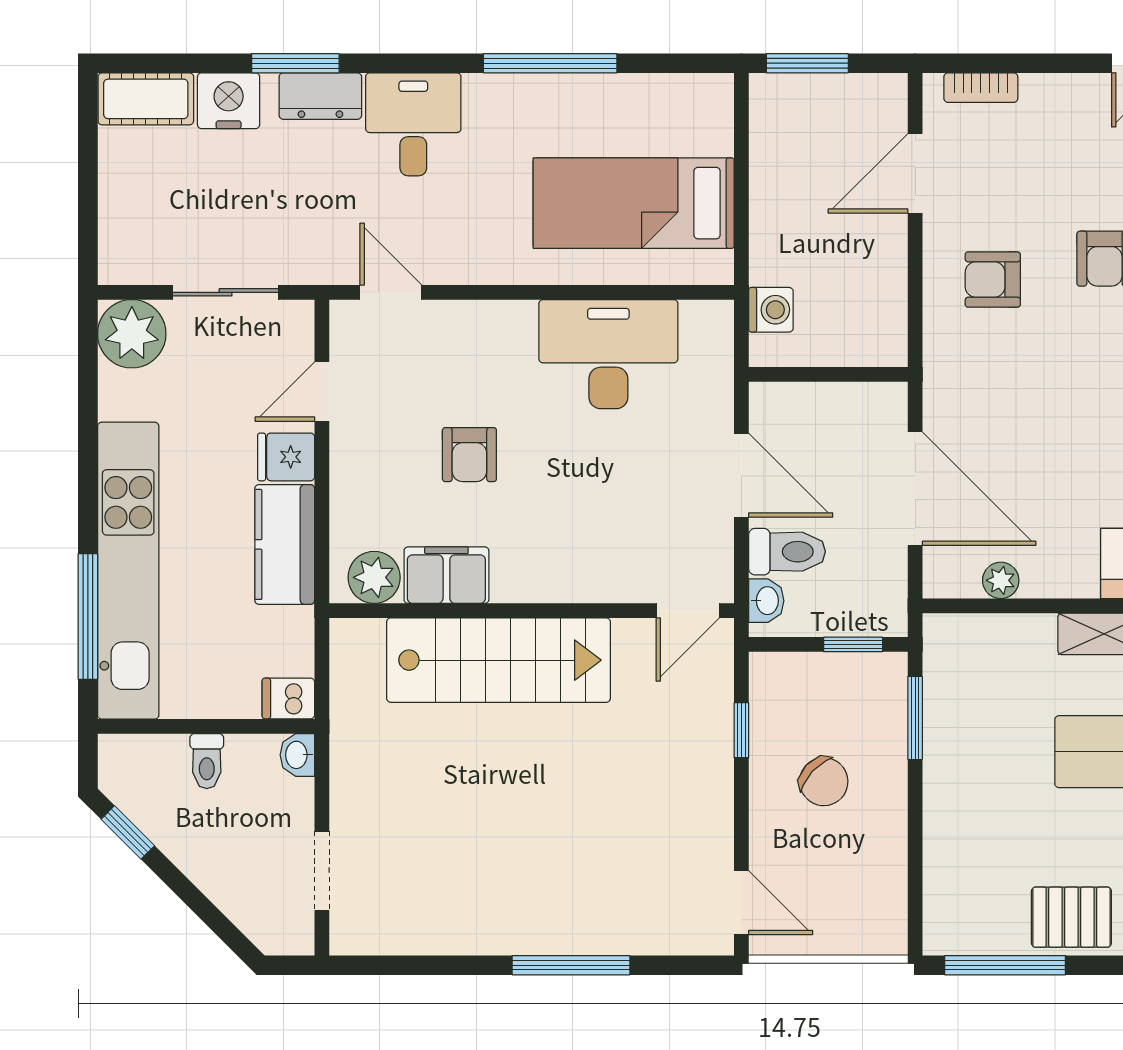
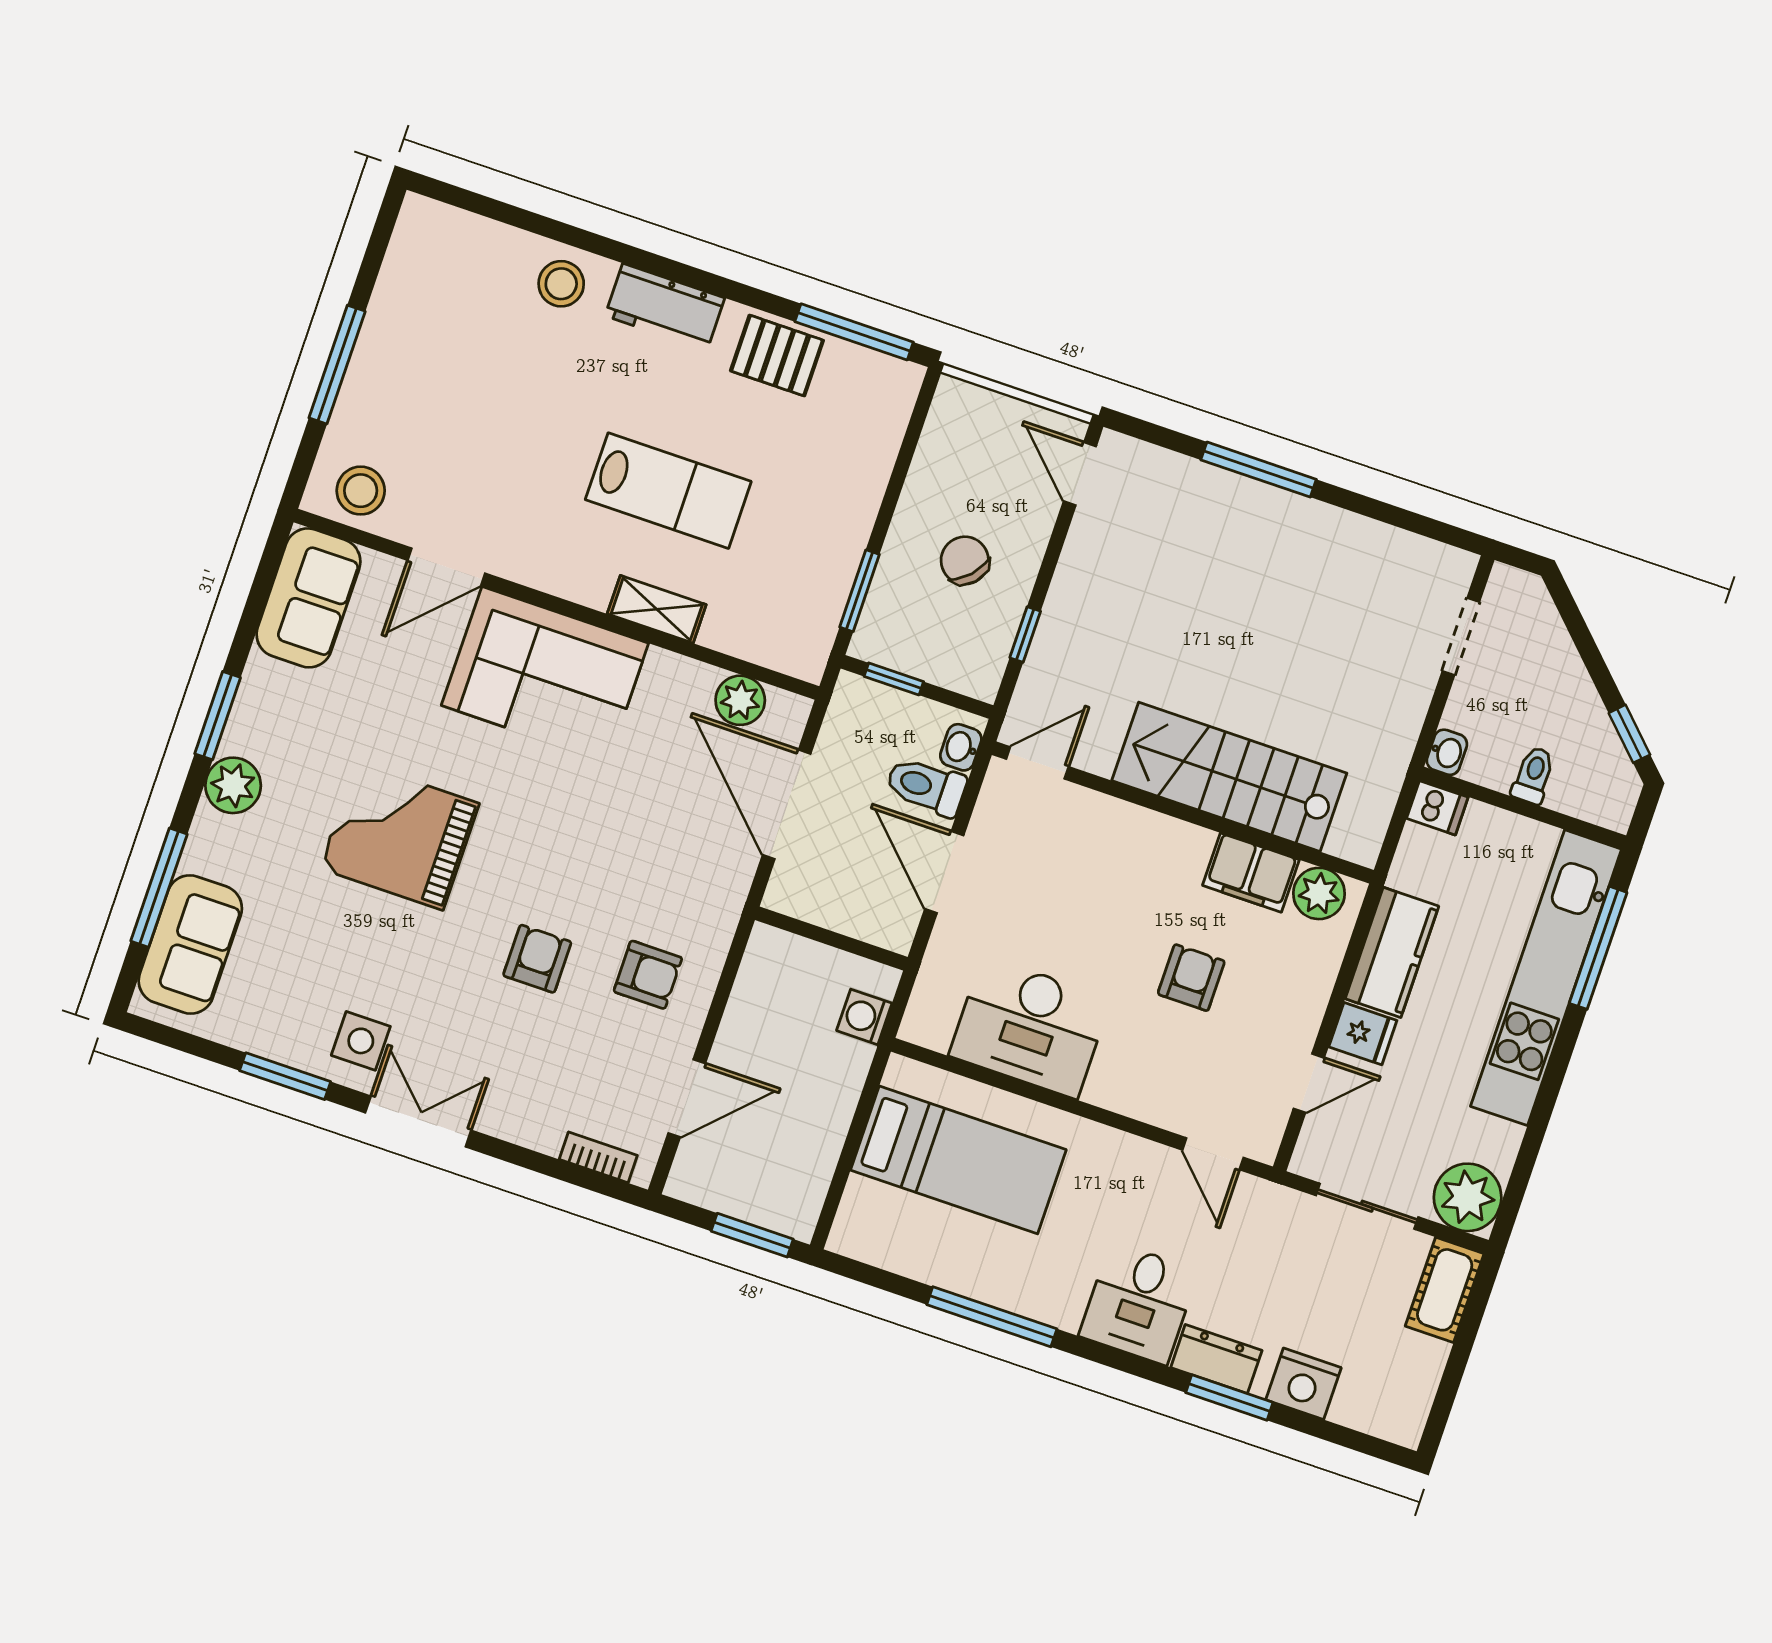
cot: (146, 99) -> (1445, 1290), moved, turned 90
plant: (1001, 580) -> (740, 700), width x1.38, depth x1.38

